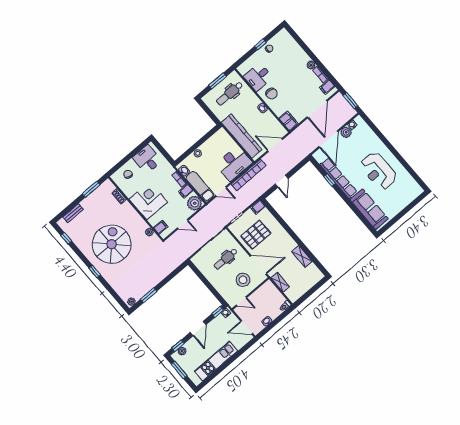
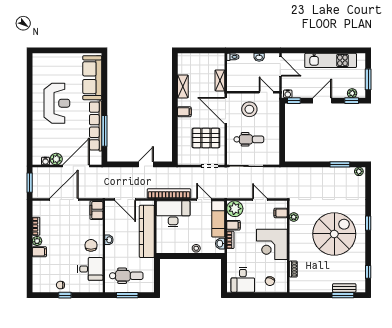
filing cabinet: (327, 87) -> (39, 252), moved
window: (330, 180) -> (104, 131), width x2.17
window: (91, 189) -> (343, 295), moved
filing cabinet: (258, 207) -> (184, 112), moved
spiral stairs: (112, 244) -> (334, 234), turned 180

